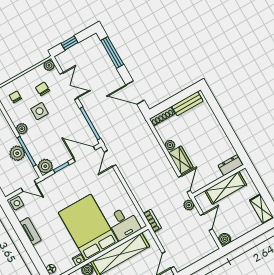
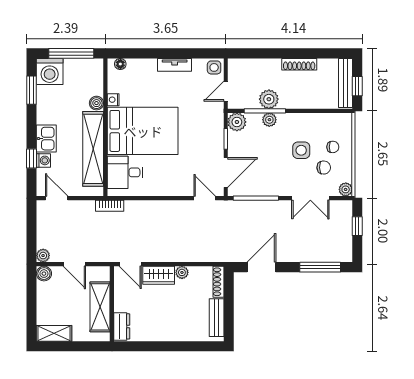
chair: (15, 97) -> (333, 147), moved
plant: (22, 129) -> (269, 120), moved
plant: (189, 205) -> (43, 256), moved

